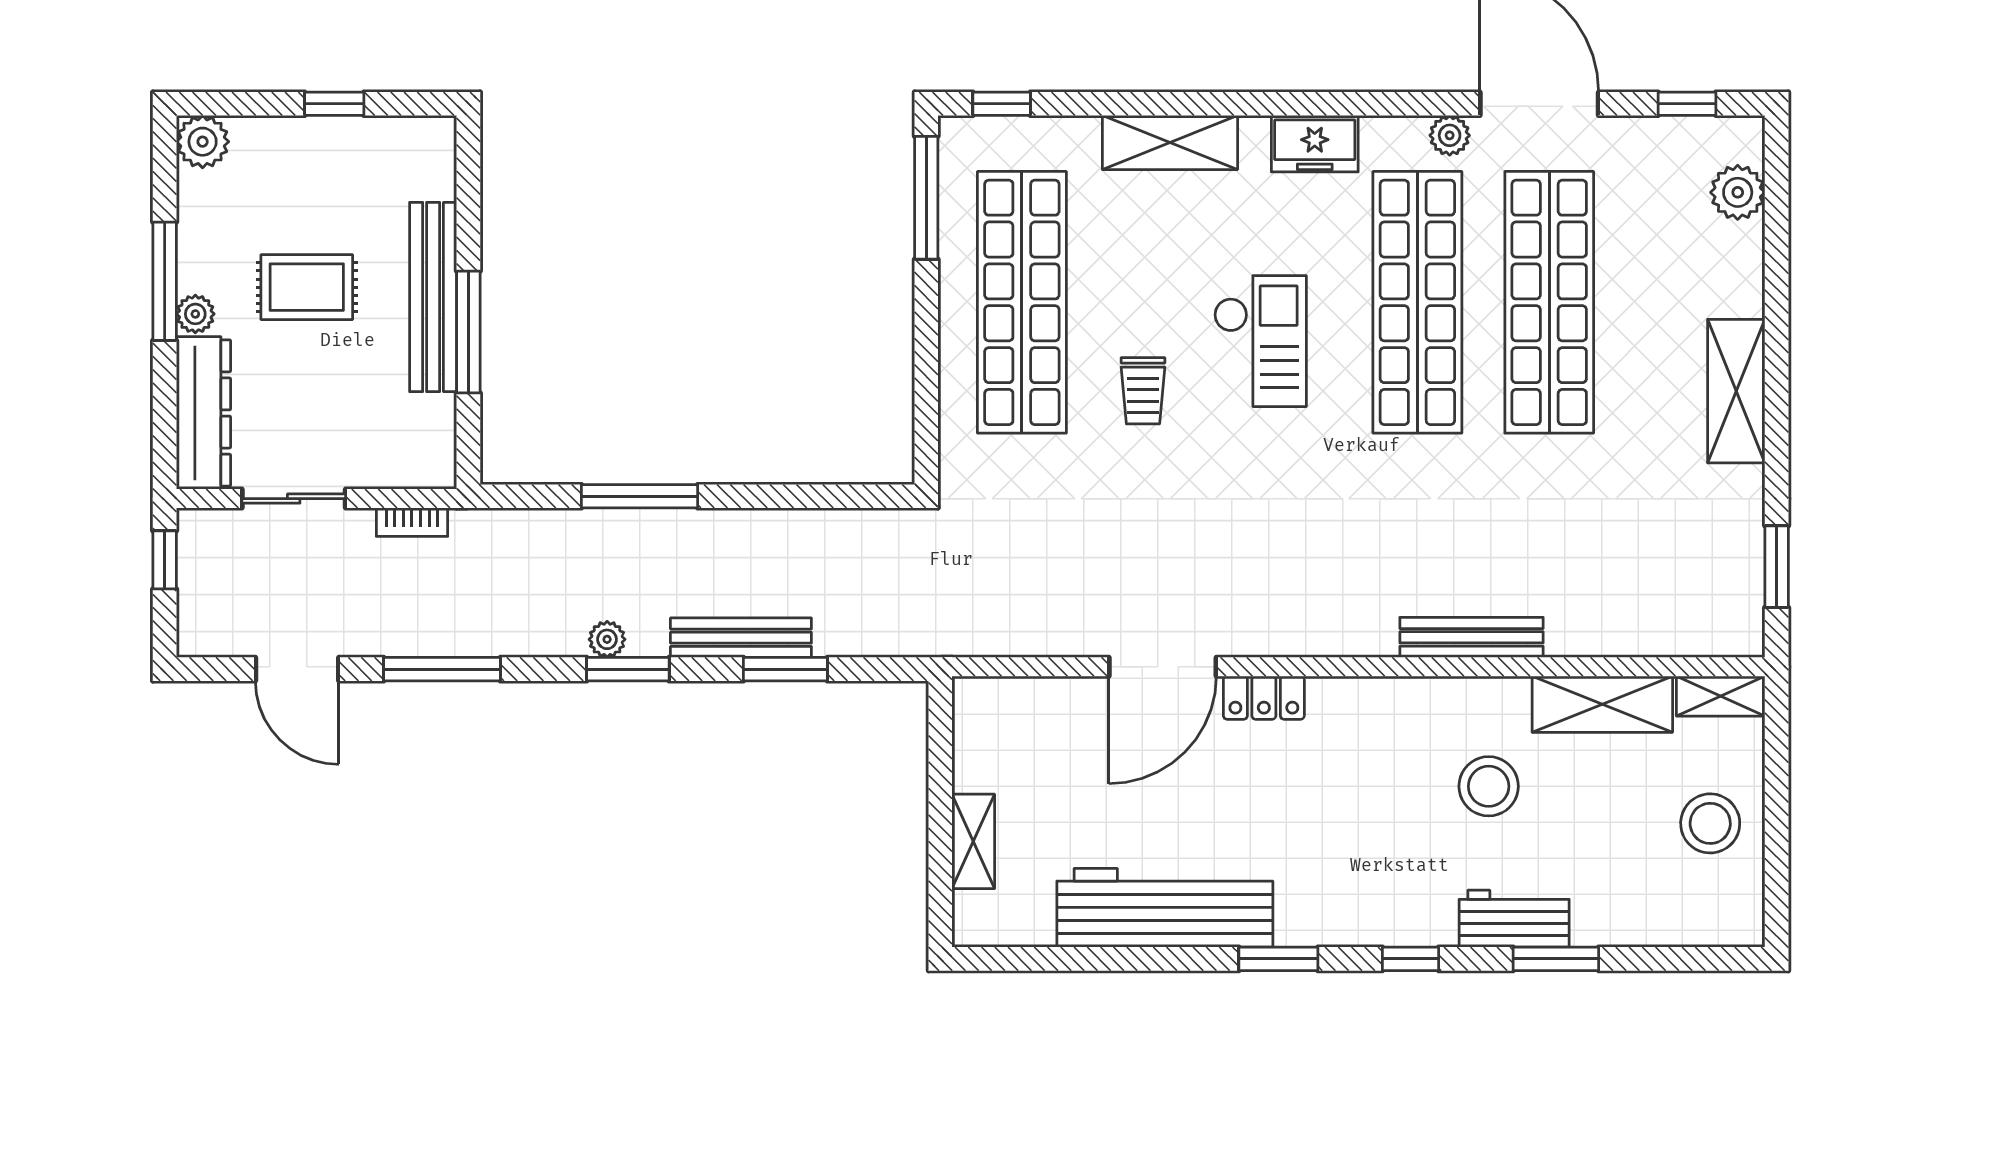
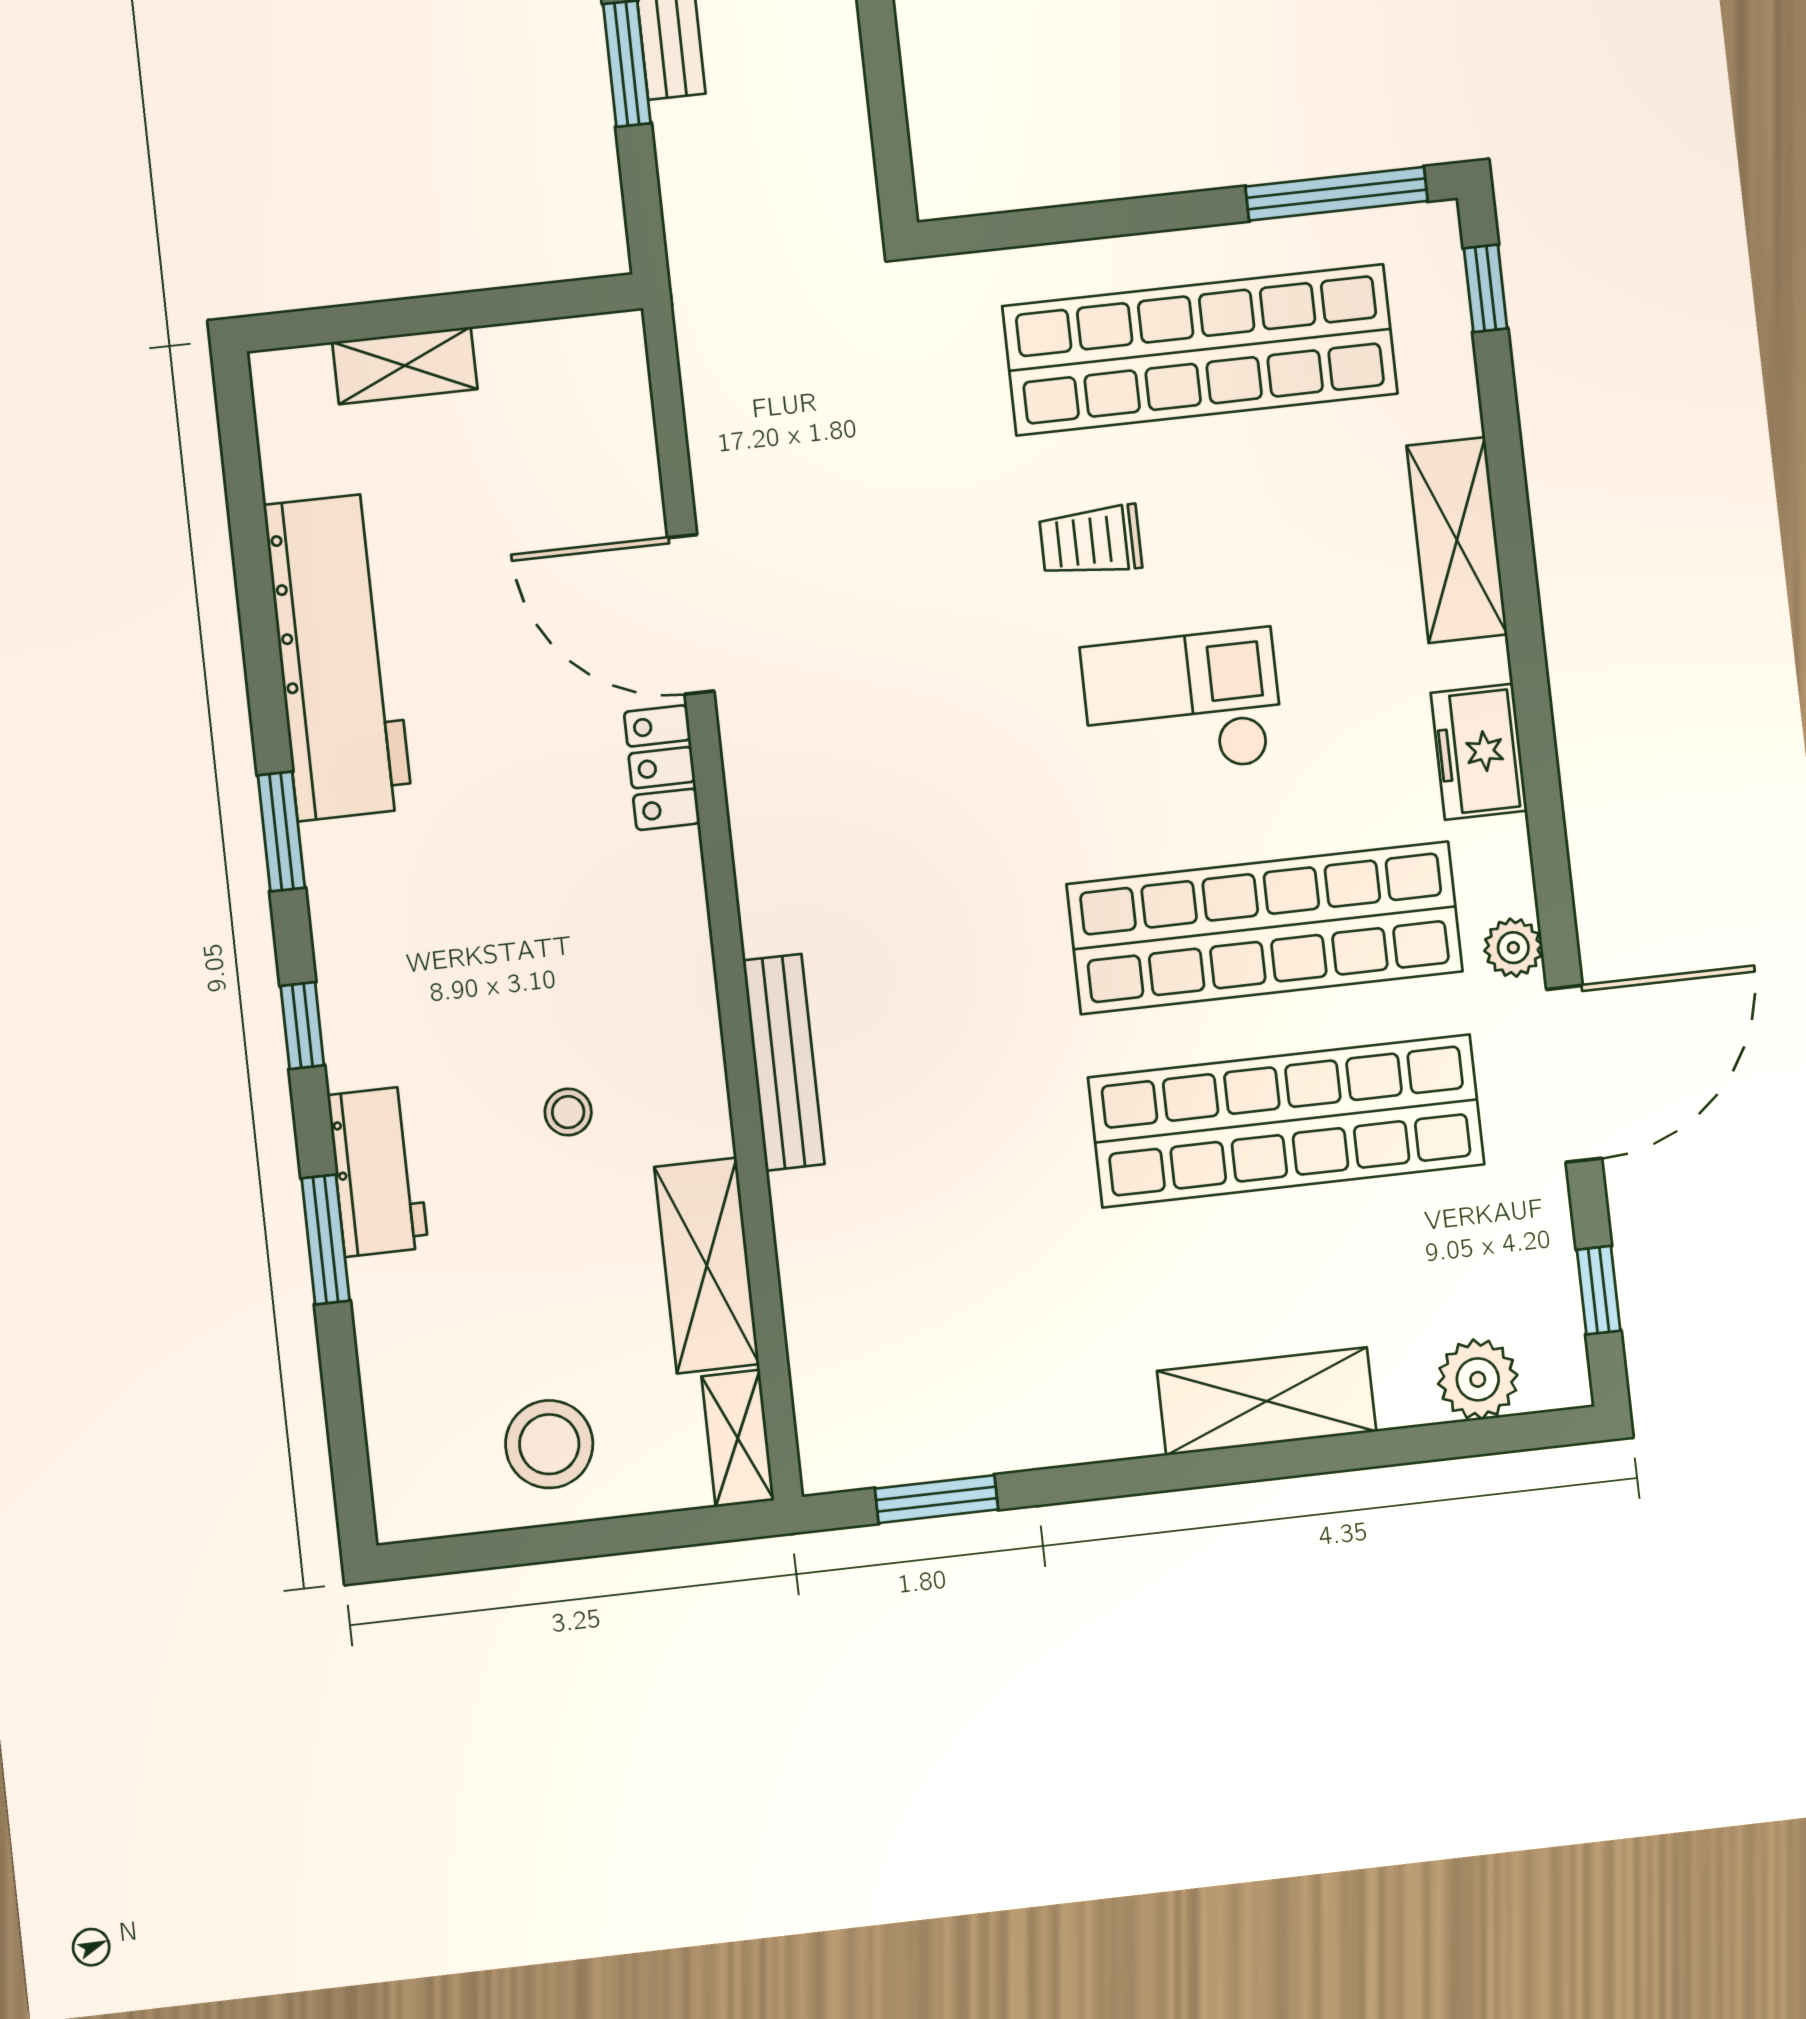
checkout: (1260, 341) -> (1182, 704), turned 180
shelving: (1736, 391) -> (1267, 1401), moved
stool: (1489, 786) -> (568, 1112), width x0.53, depth x0.53

